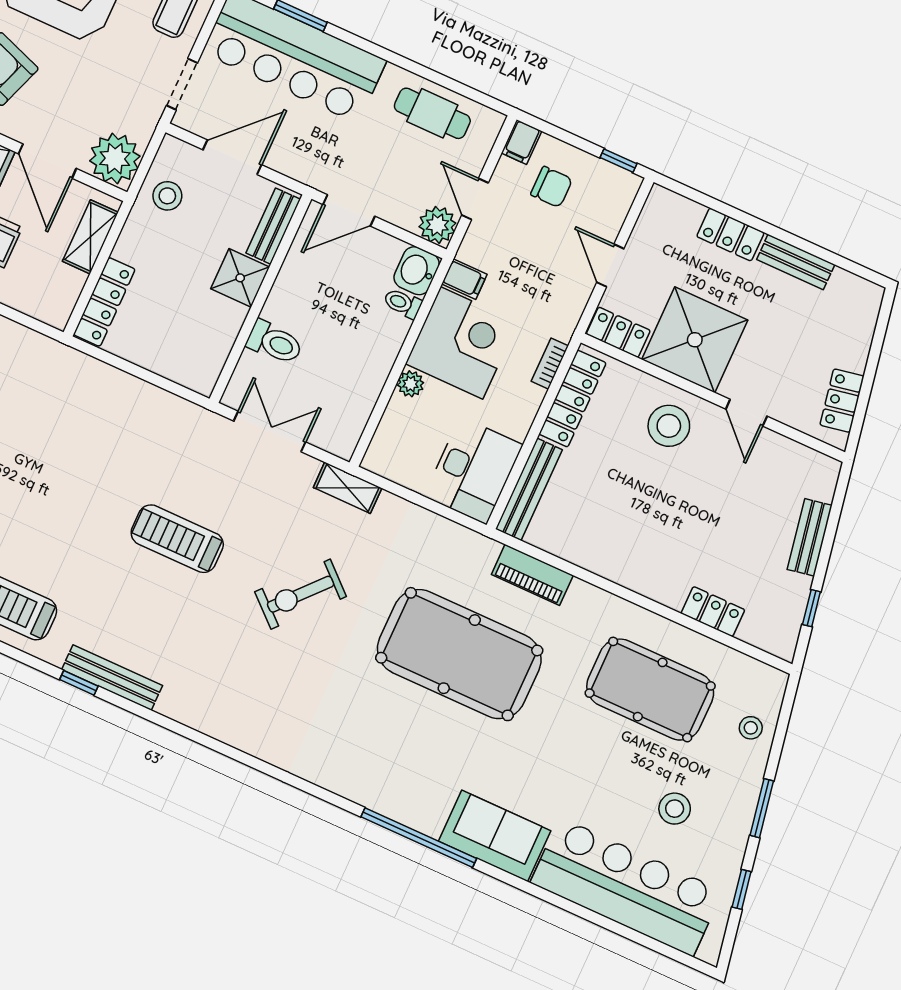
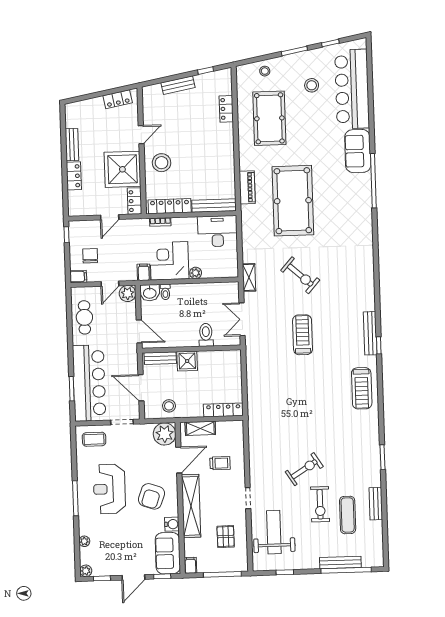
treadmill: (177, 539) -> (303, 335), turned 180

